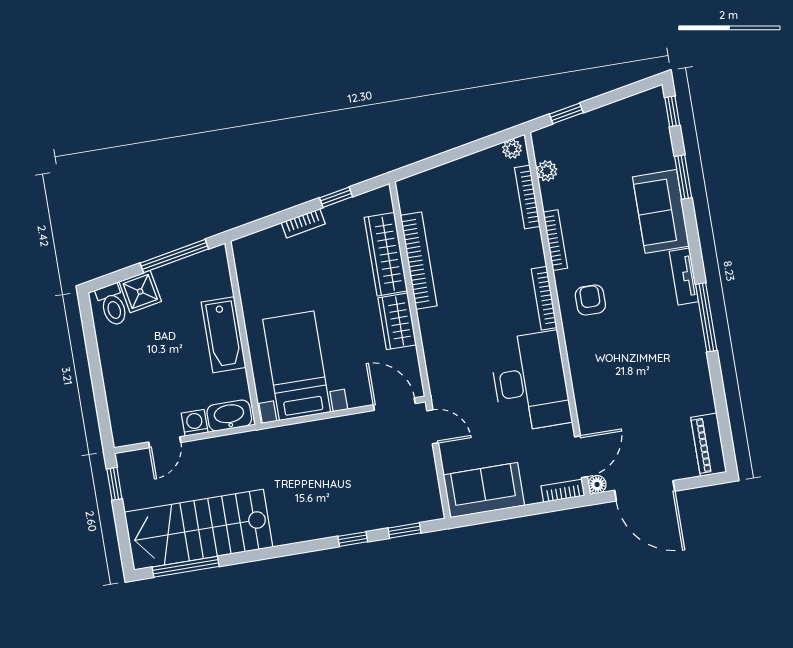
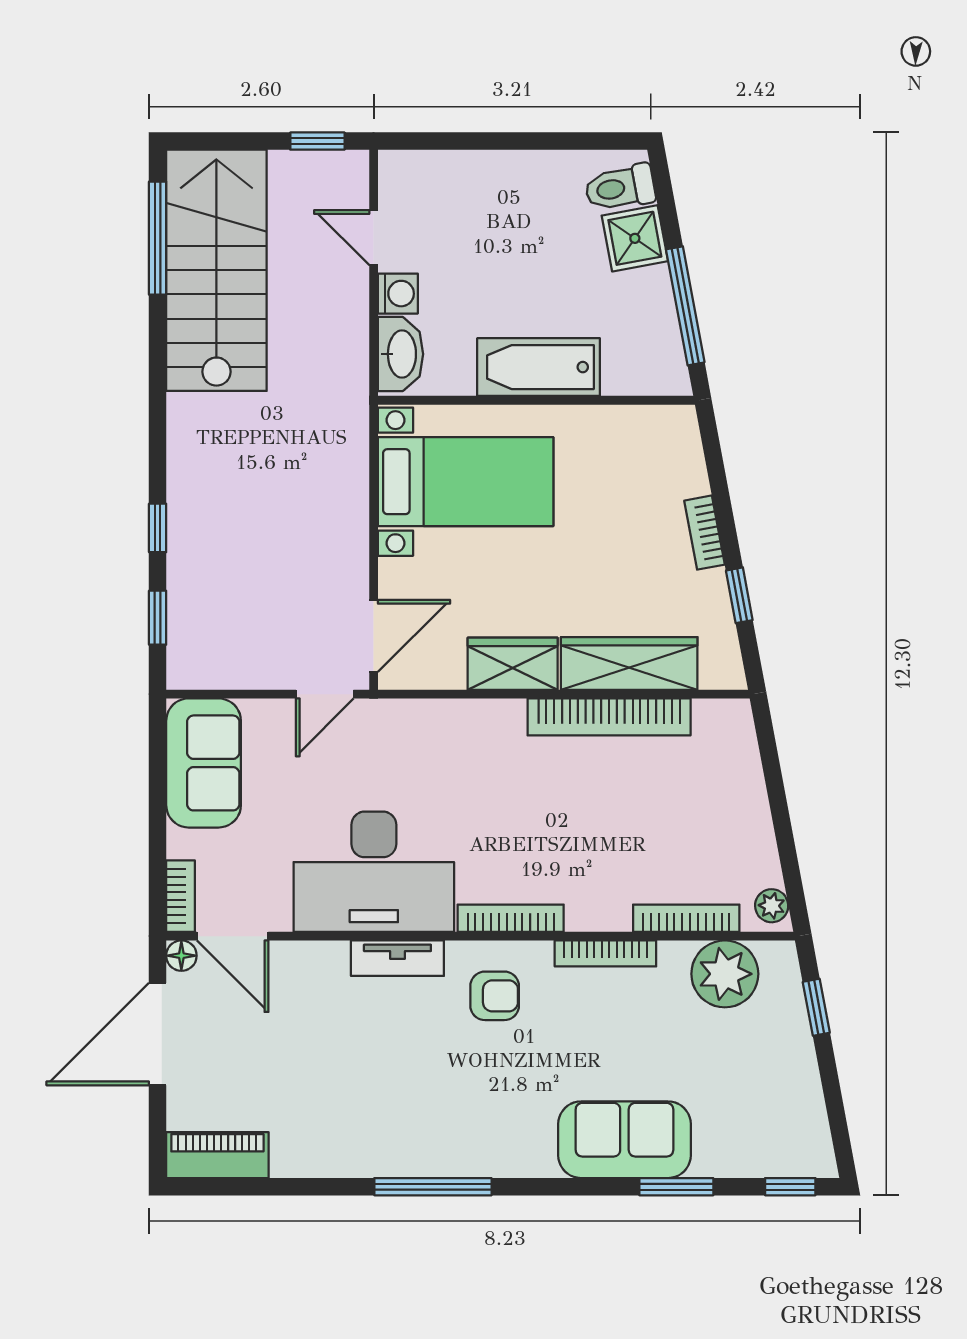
plant: (547, 171) -> (725, 974), width x1.88, depth x1.88
tv unit: (684, 277) -> (397, 958), moved, turned 180

